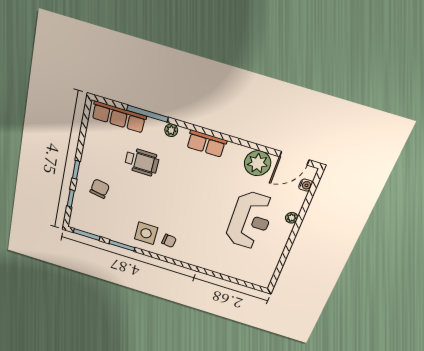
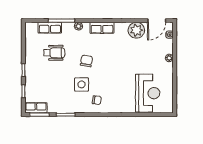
row of seats: (119, 117) -> (50, 28), width x0.68
wheelchair: (142, 162) -> (54, 53), moved
chair: (100, 189) -> (87, 61), moved
reception desk: (250, 221) -> (148, 93), moved
row of seats: (84, 225) -> (36, 108), added
side table: (146, 233) -> (82, 84), moved

